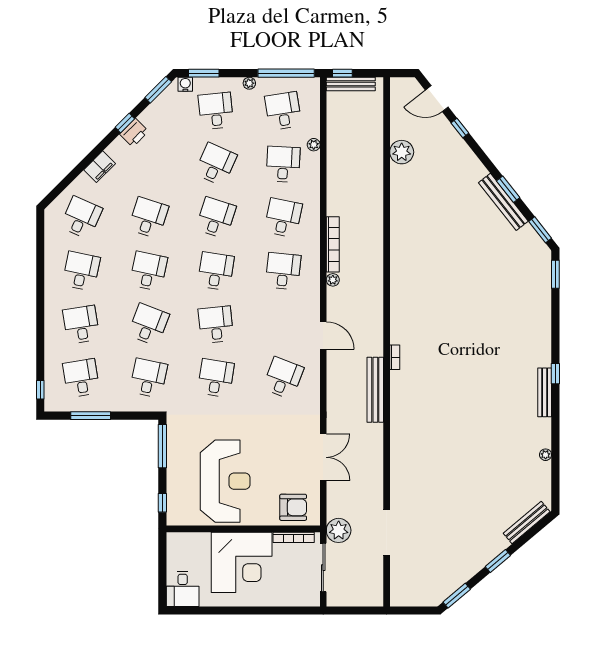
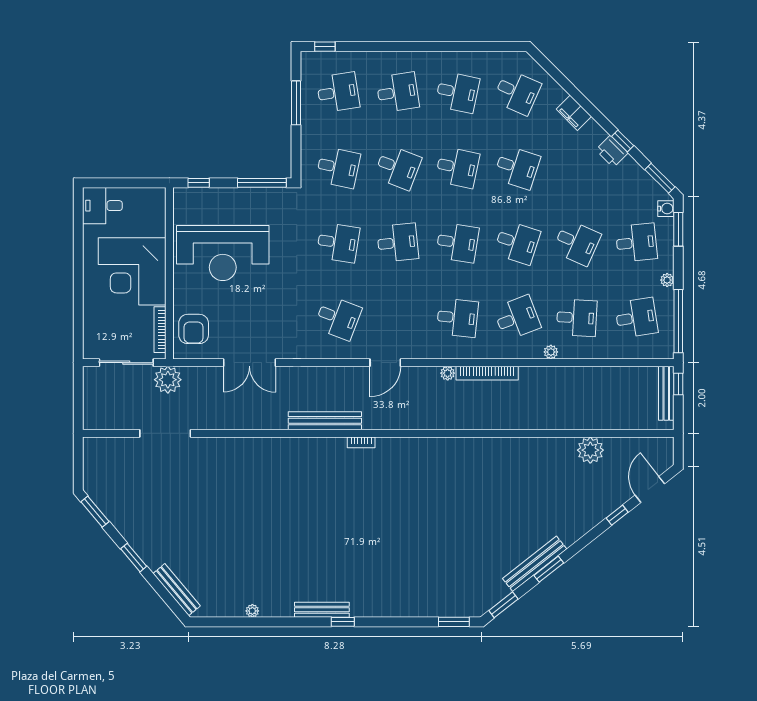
plant: (314, 145) -> (551, 352), moved
desk: (283, 218) -> (517, 318), turned -33

